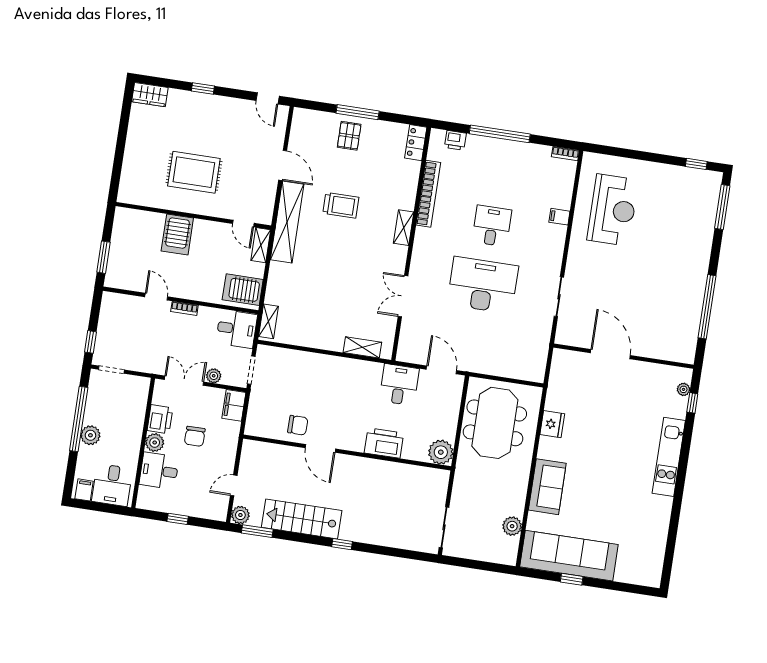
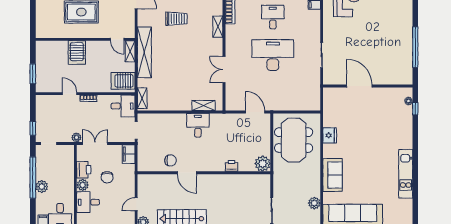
shelving: (287, 222) -> (144, 52), moved
plant: (214, 376) -> (76, 138), moved
desk: (399, 385) -> (198, 125), moved
printer: (384, 443) -> (231, 166), width x0.53, depth x0.68
kitchen unit: (669, 457) -> (406, 174), moved

